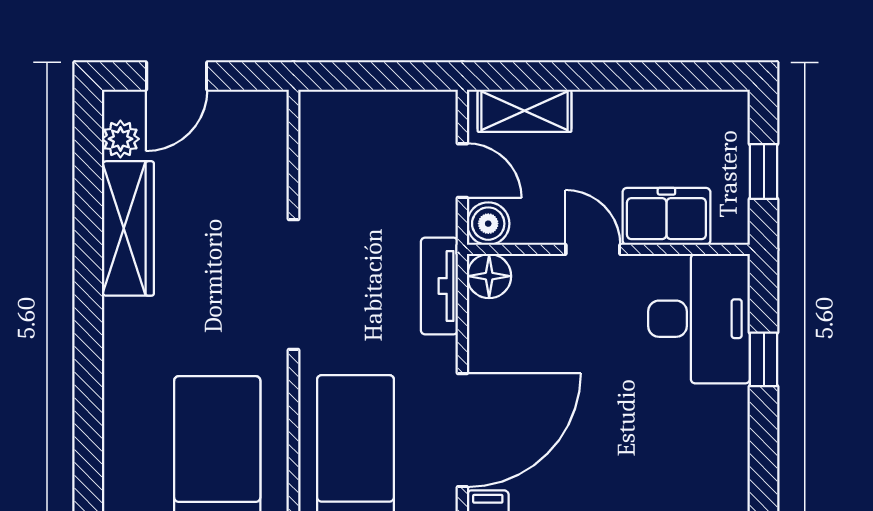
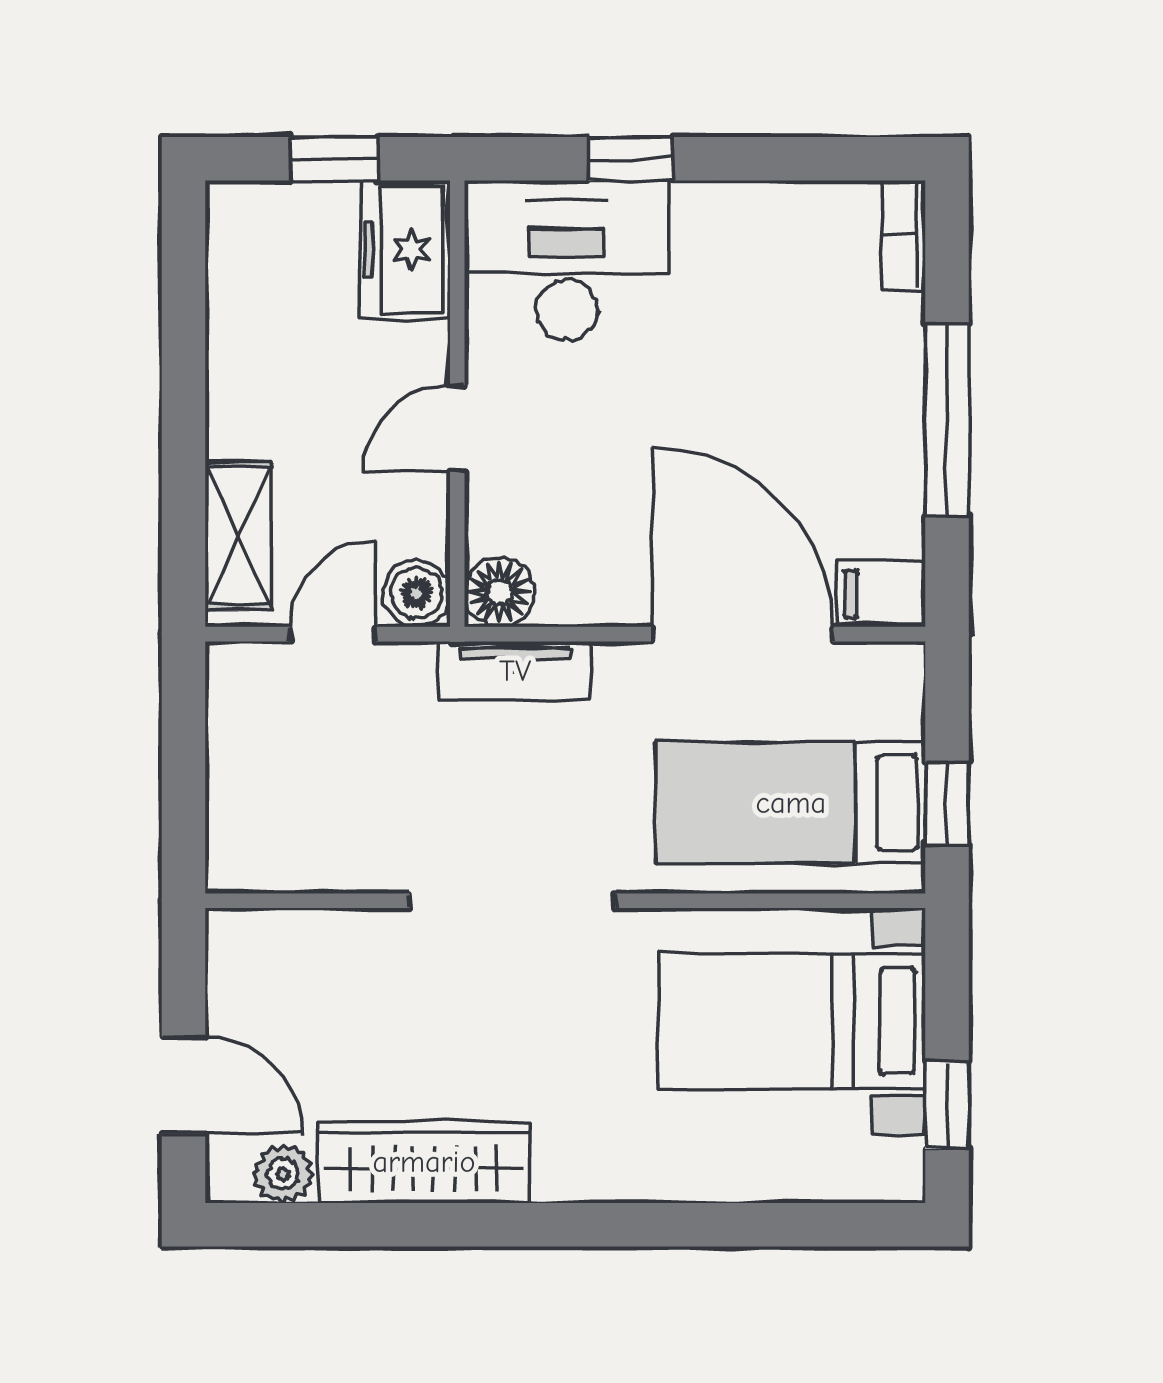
freezer: (666, 216) -> (405, 250), moved

